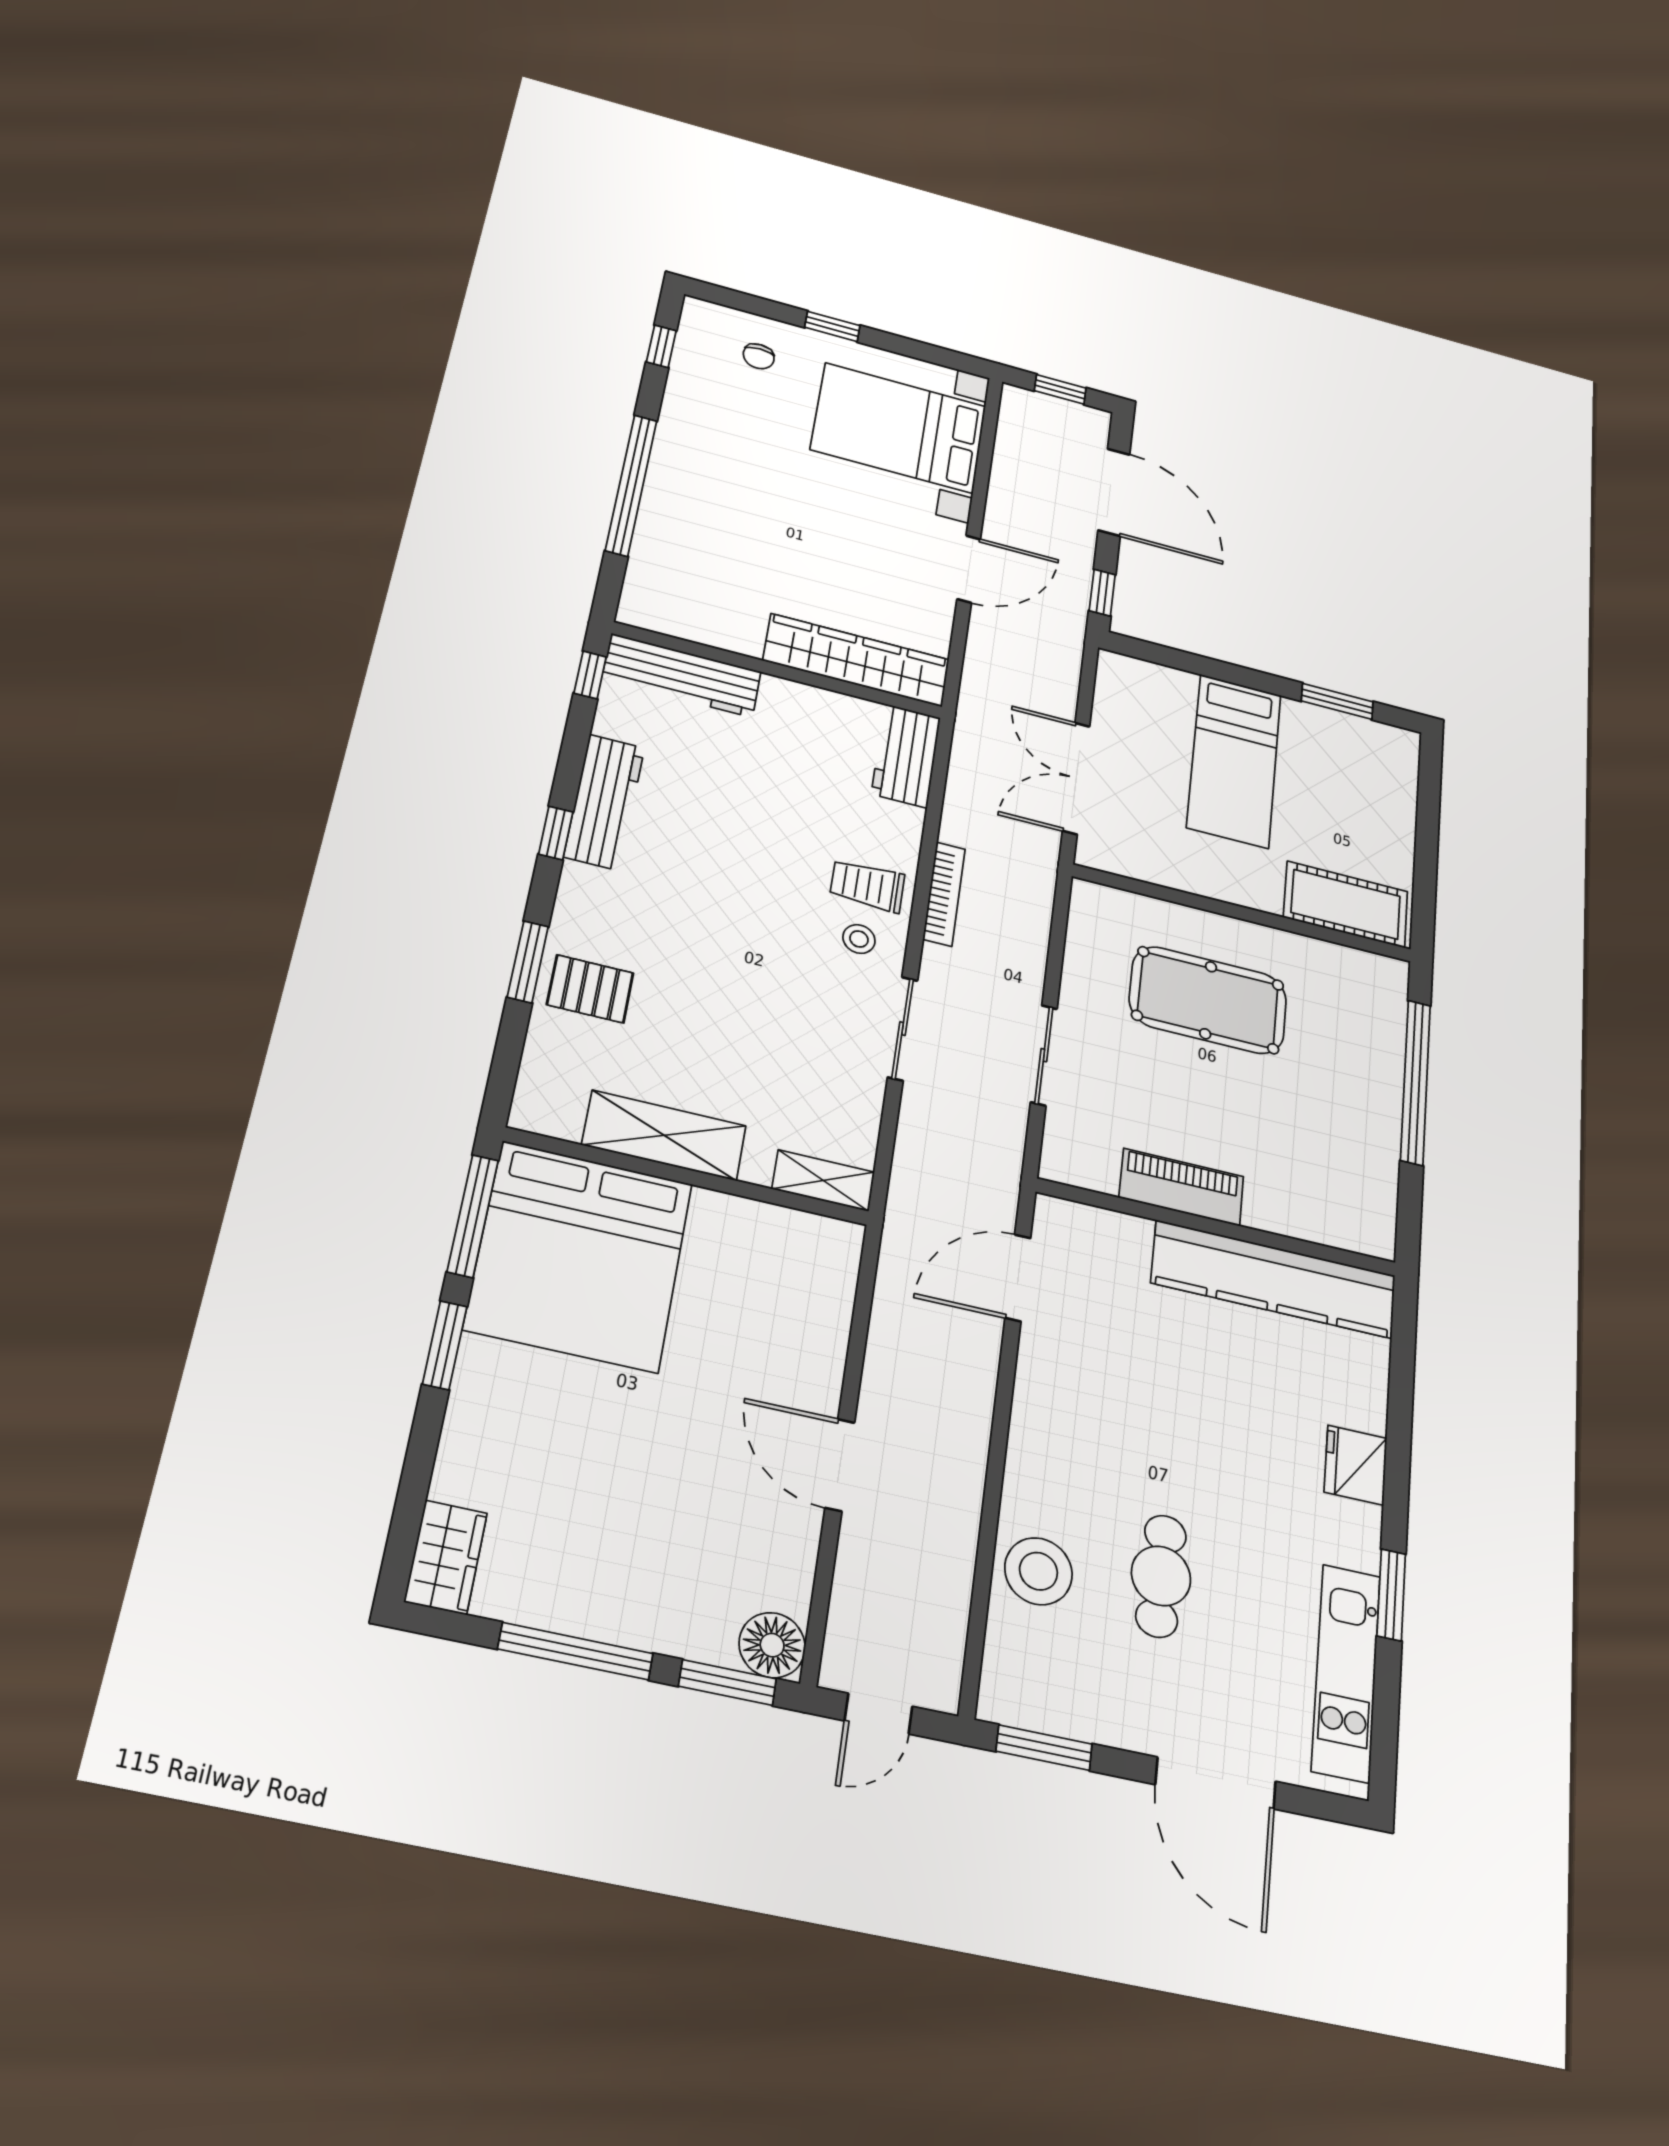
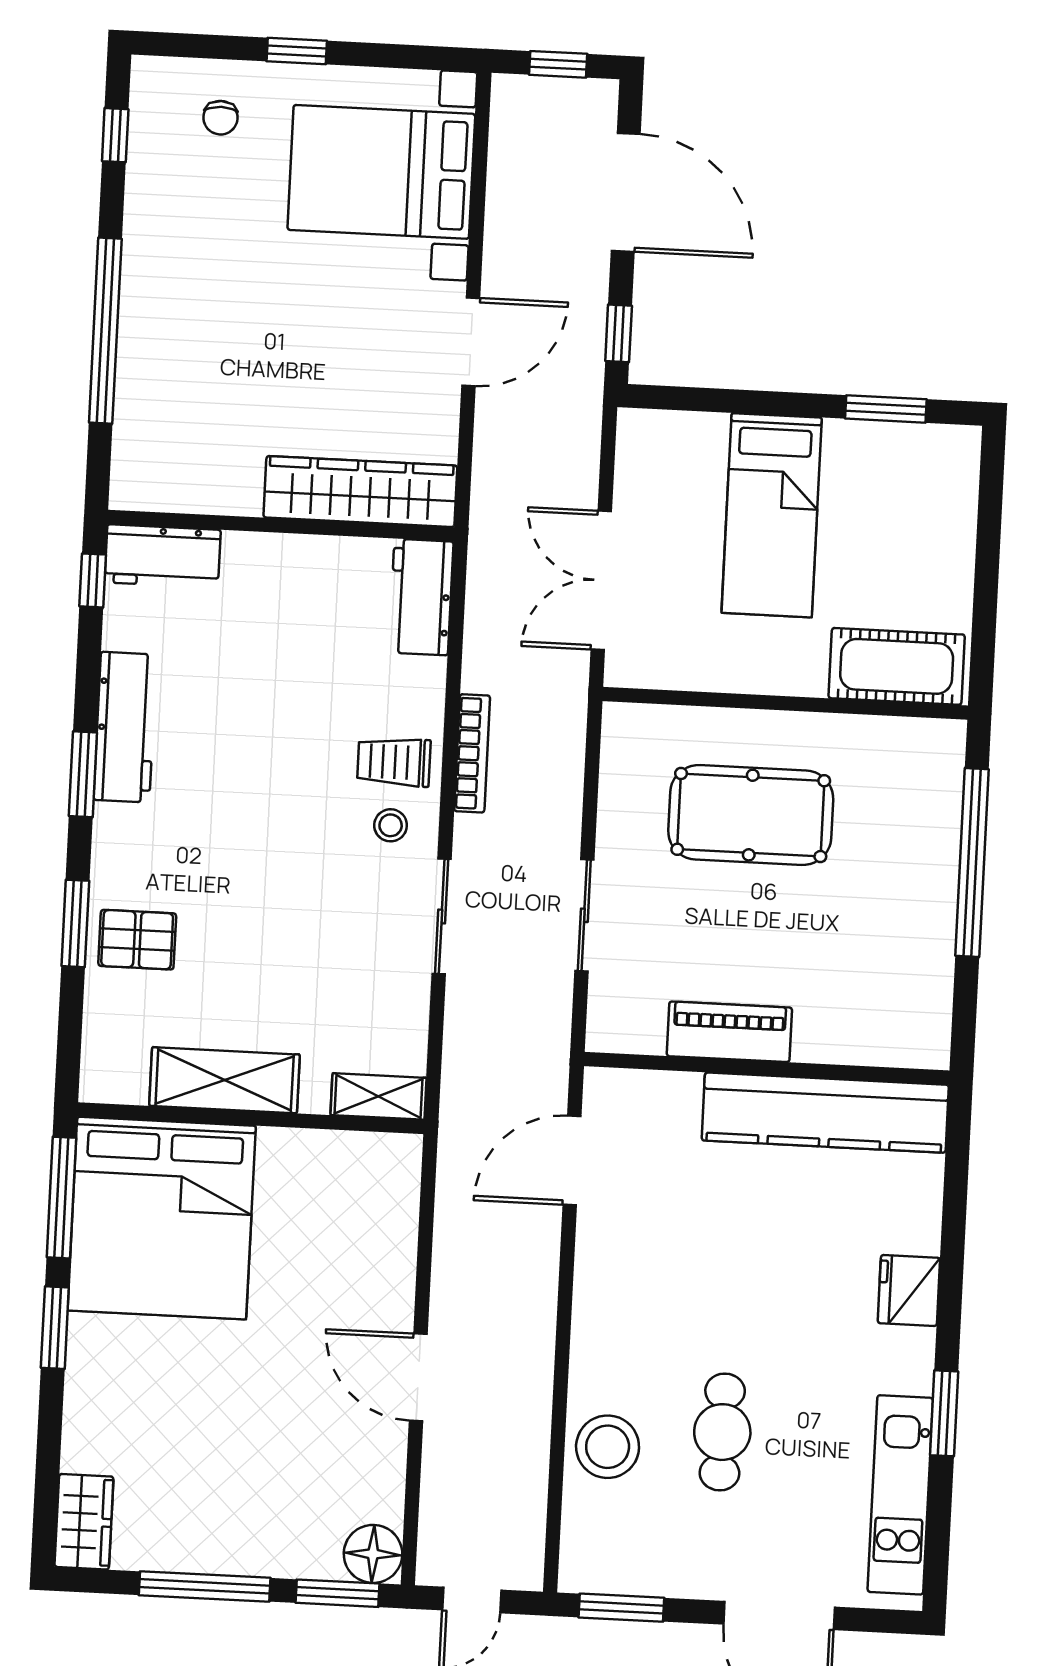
workbench: (682, 675) -> (163, 556), width x0.73
window: (556, 833) -> (83, 774), width x1.50

